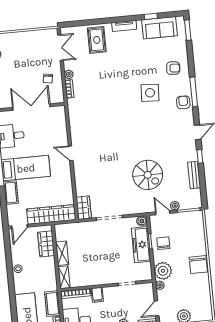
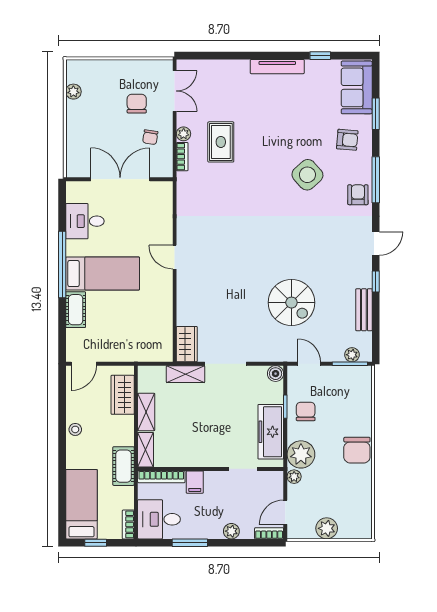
tv unit: (124, 26) -> (277, 67), width x1.41
sofa: (160, 28) -> (357, 87), moved, turned 90
window: (188, 30) -> (376, 114), moved
rug: (97, 40) -> (221, 142), moved
chair: (37, 58) -> (137, 104), added
side table: (150, 93) -> (307, 175), turned 45
plant: (175, 206) -> (352, 355), moved
wardrobe: (51, 214) -> (135, 350), removed
shelving: (85, 227) -> (185, 374), added
freezer: (141, 245) -> (271, 432), moved
cot: (52, 304) -> (123, 466), moved

